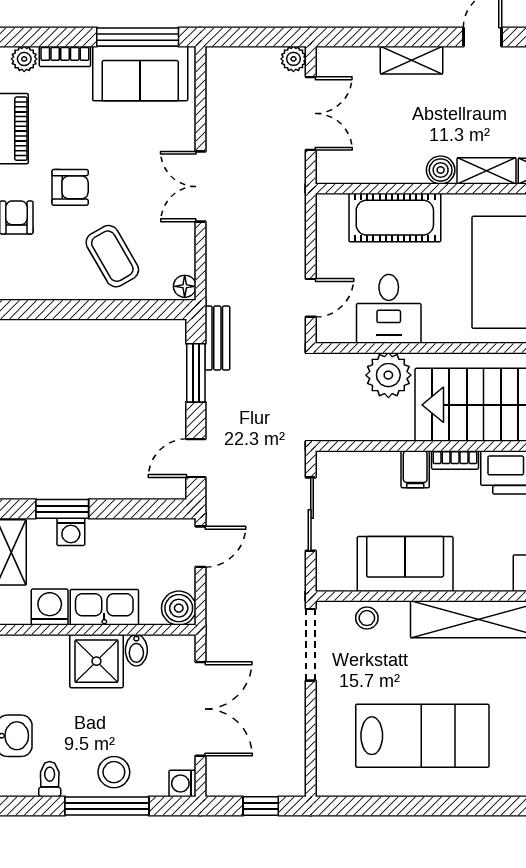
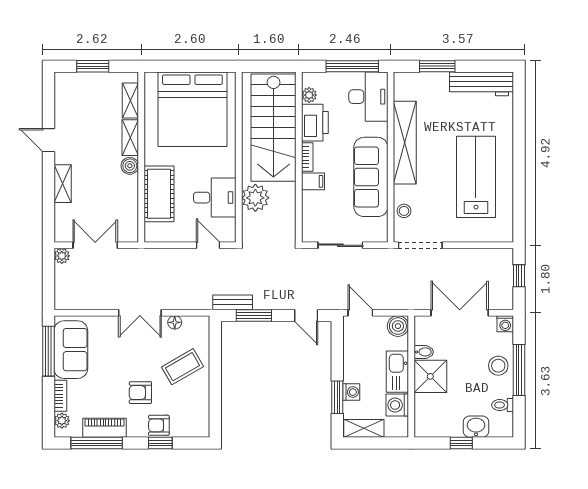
armchair: (70, 187) -> (140, 393), turned -90
floor lamp: (185, 286) -> (175, 322), moved
sofa: (405, 564) -> (371, 177), width x1.36

